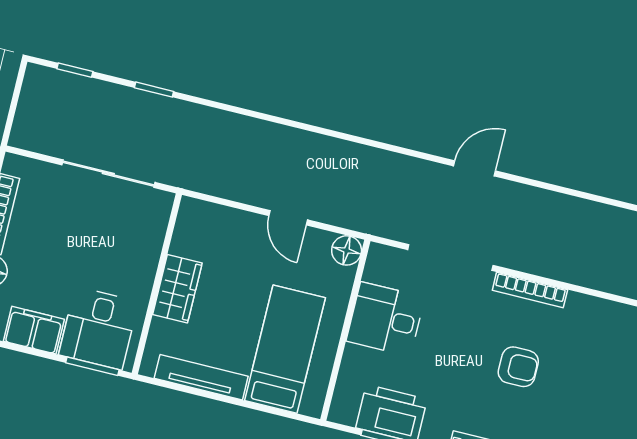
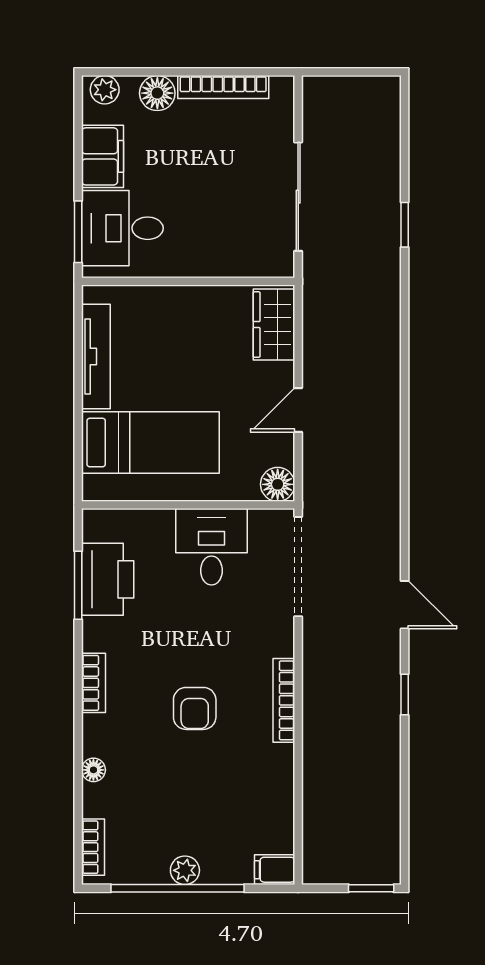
window: (75, 70) -> (405, 695), moved
doorway: (450, 258) -> (298, 567), moved
wardrobe: (177, 289) -> (274, 325), moved, turned 90

